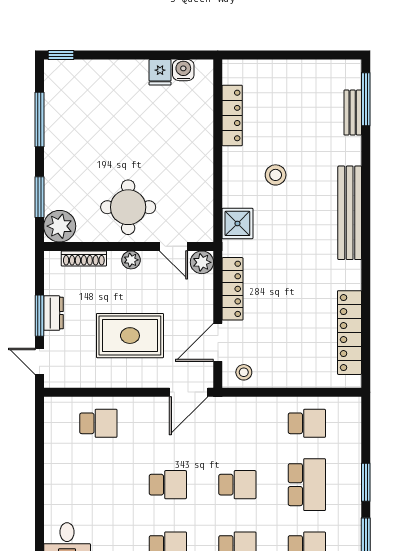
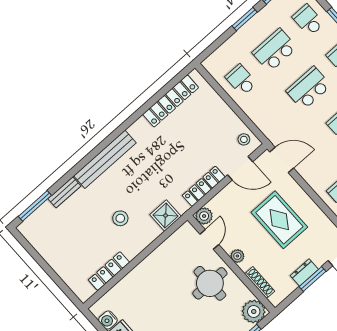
bench: (353, 113) -> (64, 192), moved
school desk: (237, 485) -> (309, 88), width x1.85

